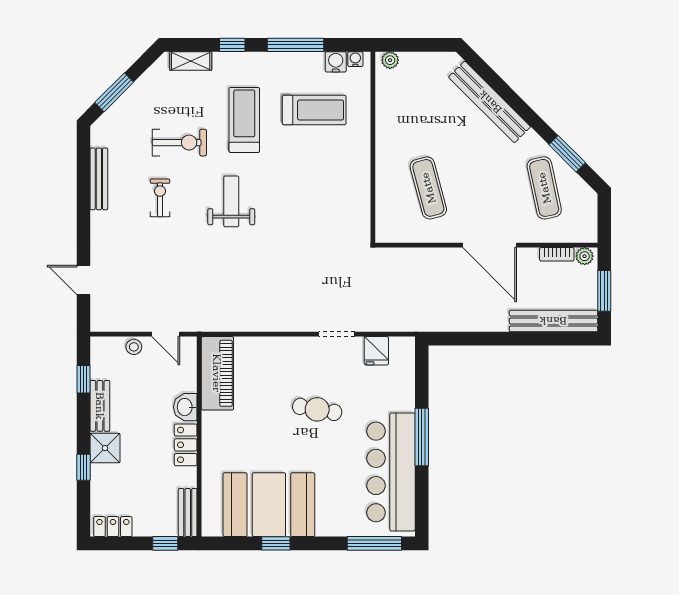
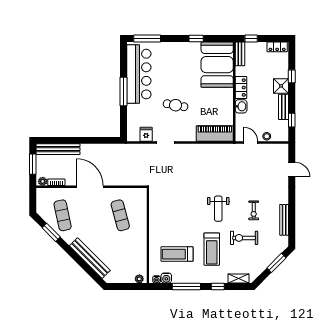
piano: (217, 373) -> (215, 133), moved, turned 90
booth: (269, 505) -> (217, 65), moved, turned 90

